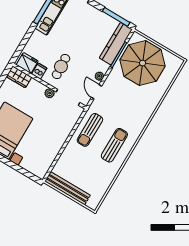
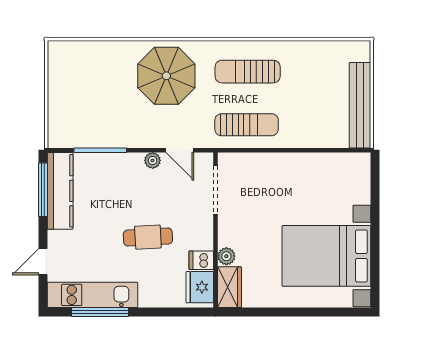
kitchen counter: (116, 44) -> (60, 191), moved, turned -90
parasol: (143, 63) -> (166, 76), moved, width x0.73, depth x0.73
cafe table: (61, 66) -> (148, 237), moved
door: (97, 92) -> (180, 150), hinge flipped
plant: (50, 93) -> (226, 256), moved

